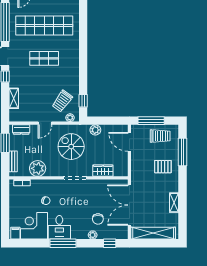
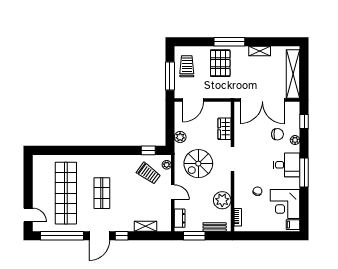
window: (182, 152) -> (229, 42), moved
pallet: (163, 167) -> (220, 63), width x1.50, depth x1.42
desk: (59, 227) -> (287, 165), moved

